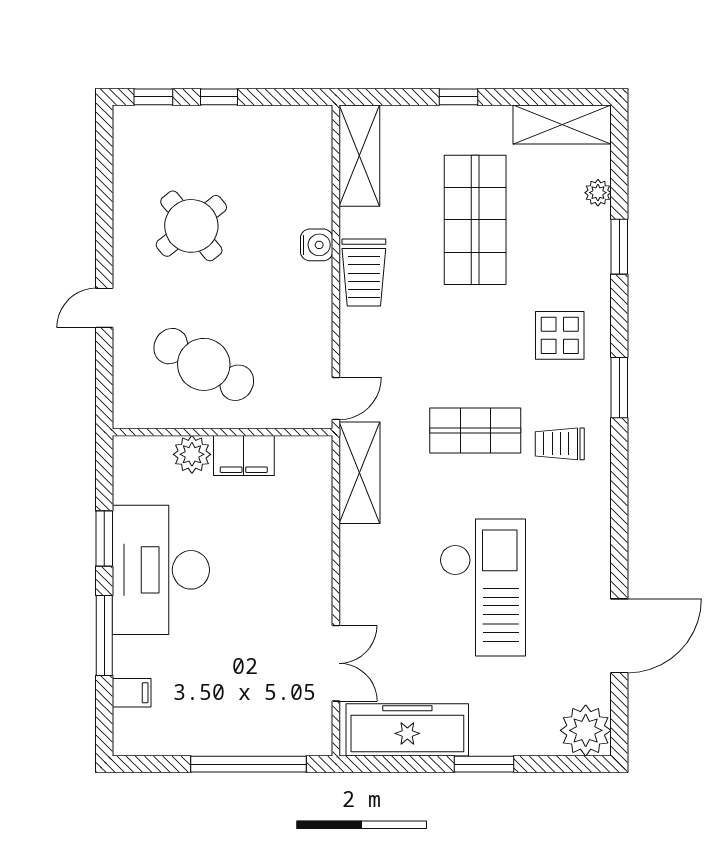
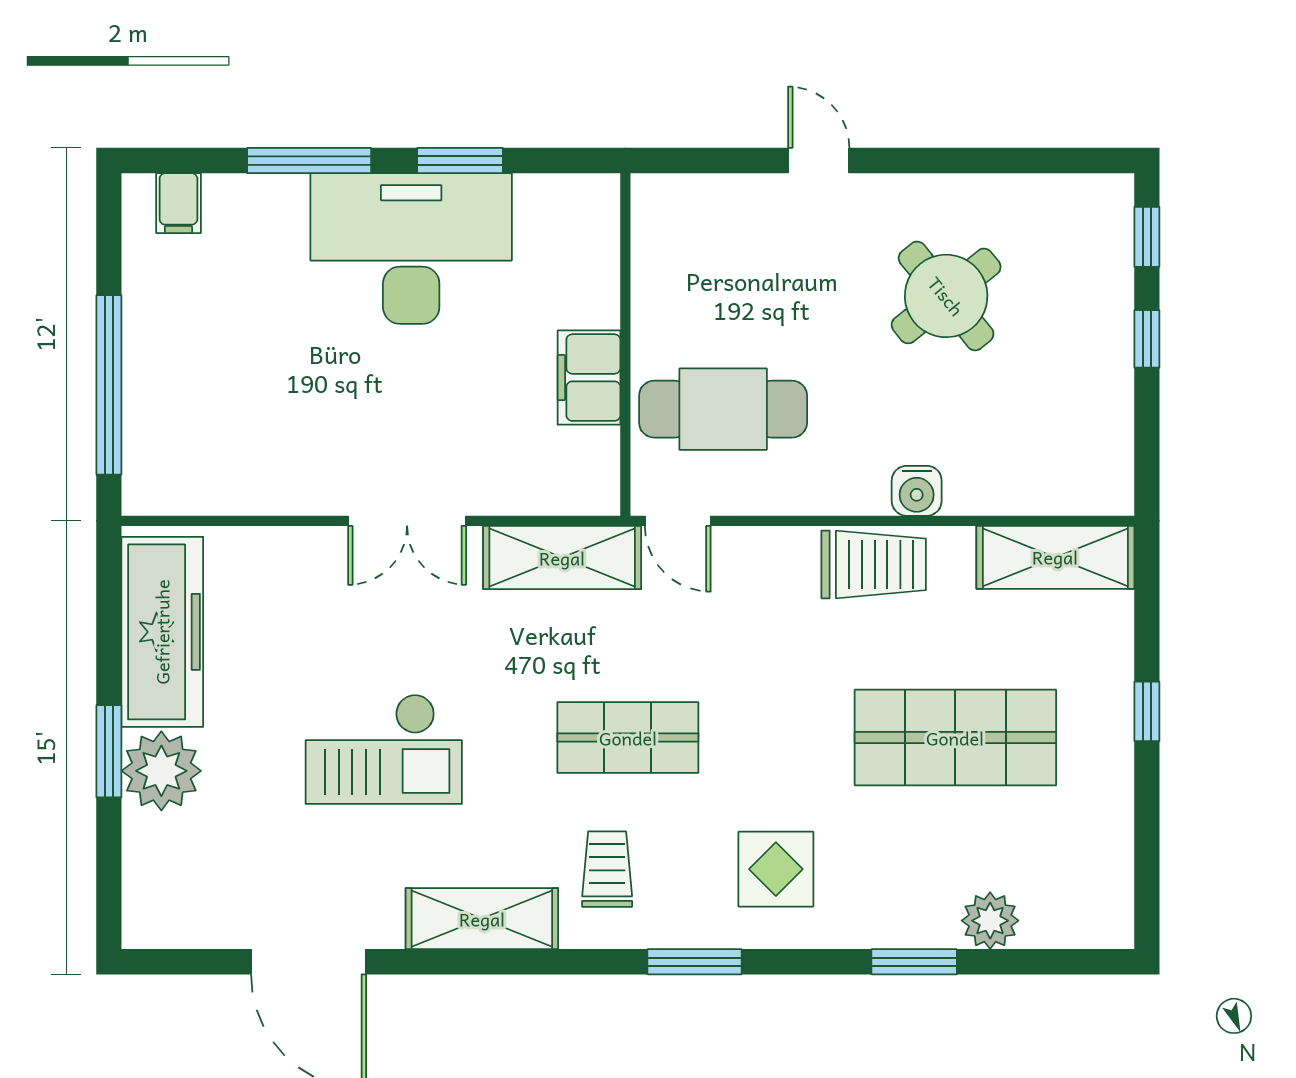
shelving: (562, 125) -> (482, 919), moved, turned 90
plant: (598, 193) -> (990, 921), width x1.38, depth x1.38
trolley: (364, 273) -> (874, 564), turned 180
cafe table: (204, 364) -> (723, 409), moved, turned 61
shop shelf: (475, 431) -> (628, 738), turned 90
plant: (192, 454) -> (591, 297), removed
checkout: (483, 587) -> (384, 749), width x0.73, depth x0.83
double door: (336, 663) -> (407, 521), moved
filing cabinet: (132, 693) -> (178, 203), moved
plant: (586, 730) -> (161, 771), moved

